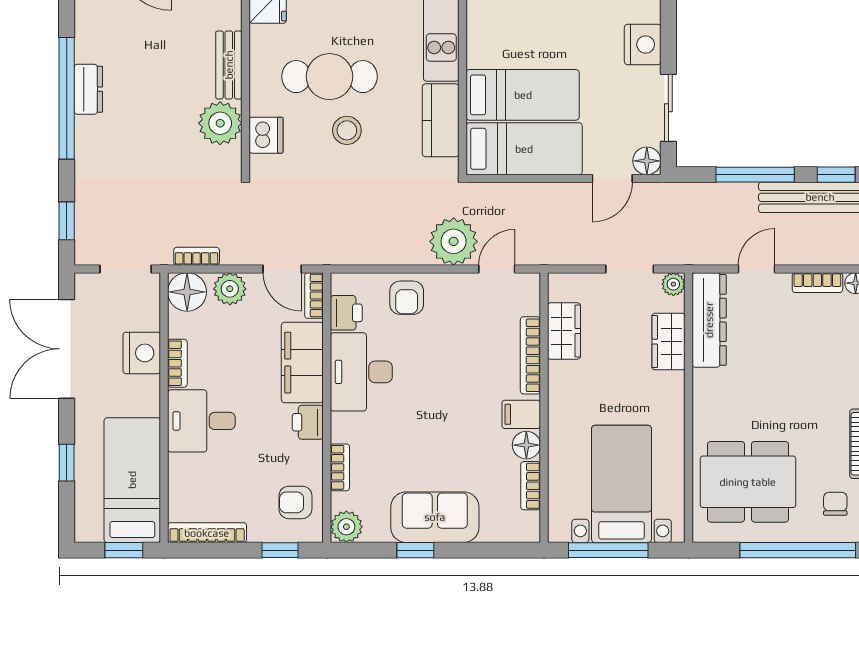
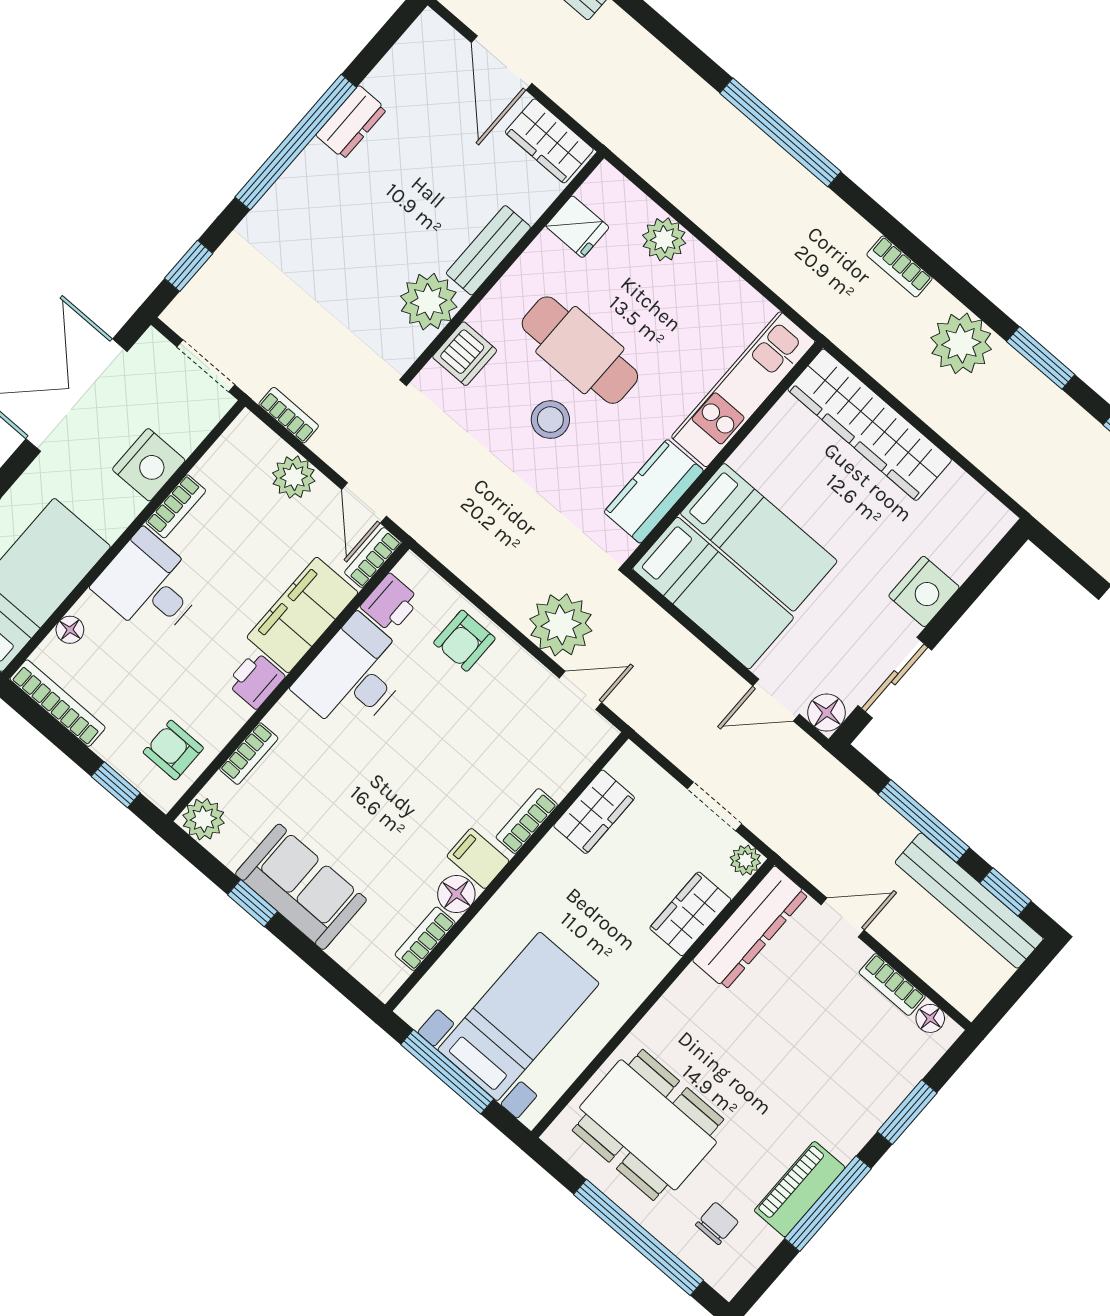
dresser: (88, 89) -> (351, 122), moved
floor lamp: (187, 292) -> (70, 630), moved, width x0.53, depth x0.53
bookcase: (530, 355) -> (527, 821), width x0.64

